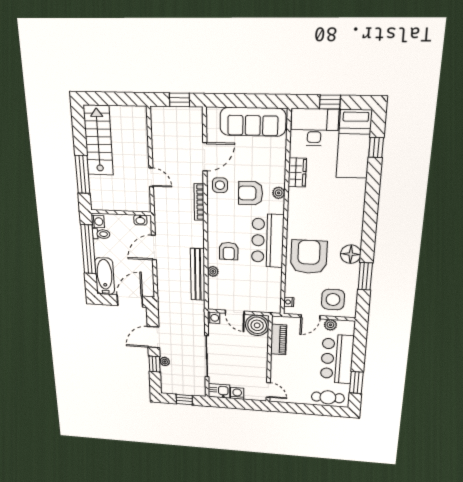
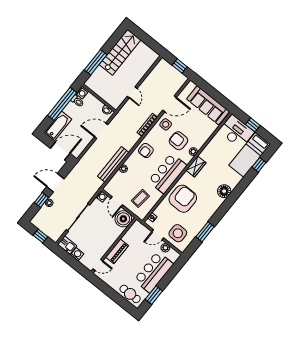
wardrobe: (297, 173) -> (196, 166), moved
armchair: (229, 251) -> (146, 150), moved
floor lamp: (351, 254) -> (224, 191), moved
coffee table: (258, 291) -> (140, 198), added
piano: (279, 339) -> (117, 251), moved
door: (268, 390) -> (98, 265), hinge flipped

